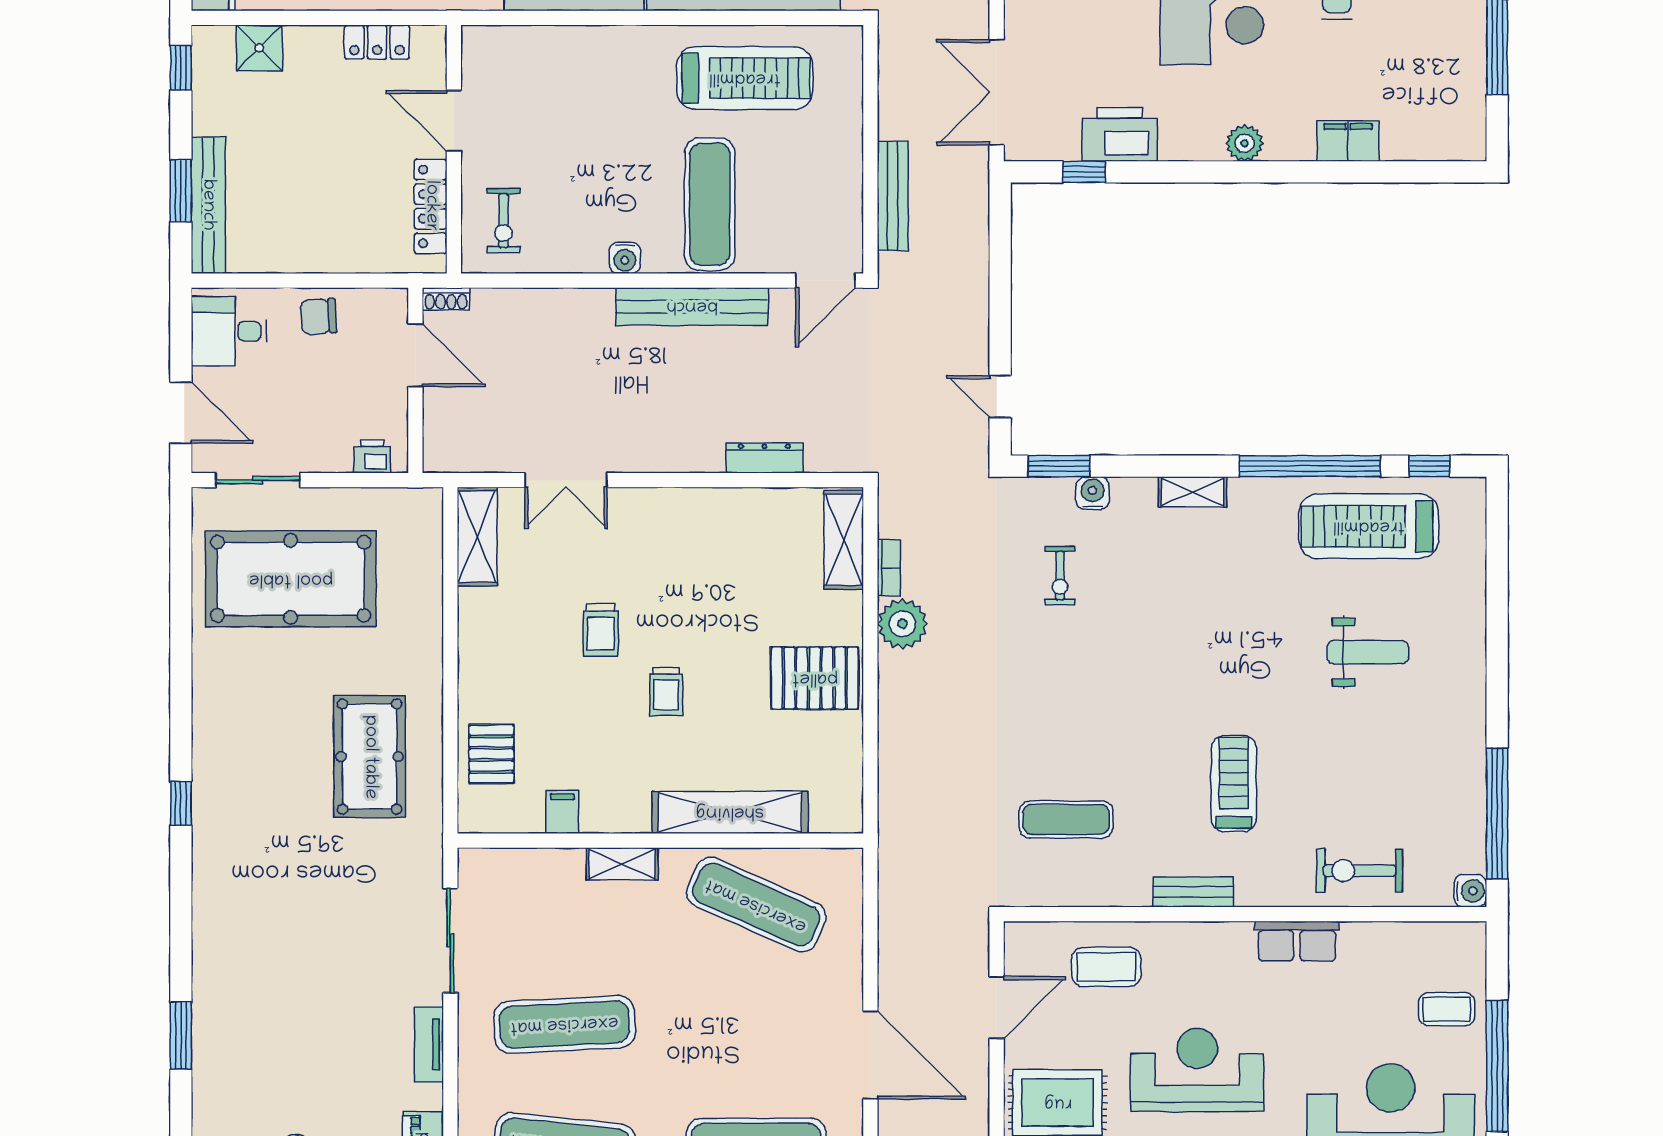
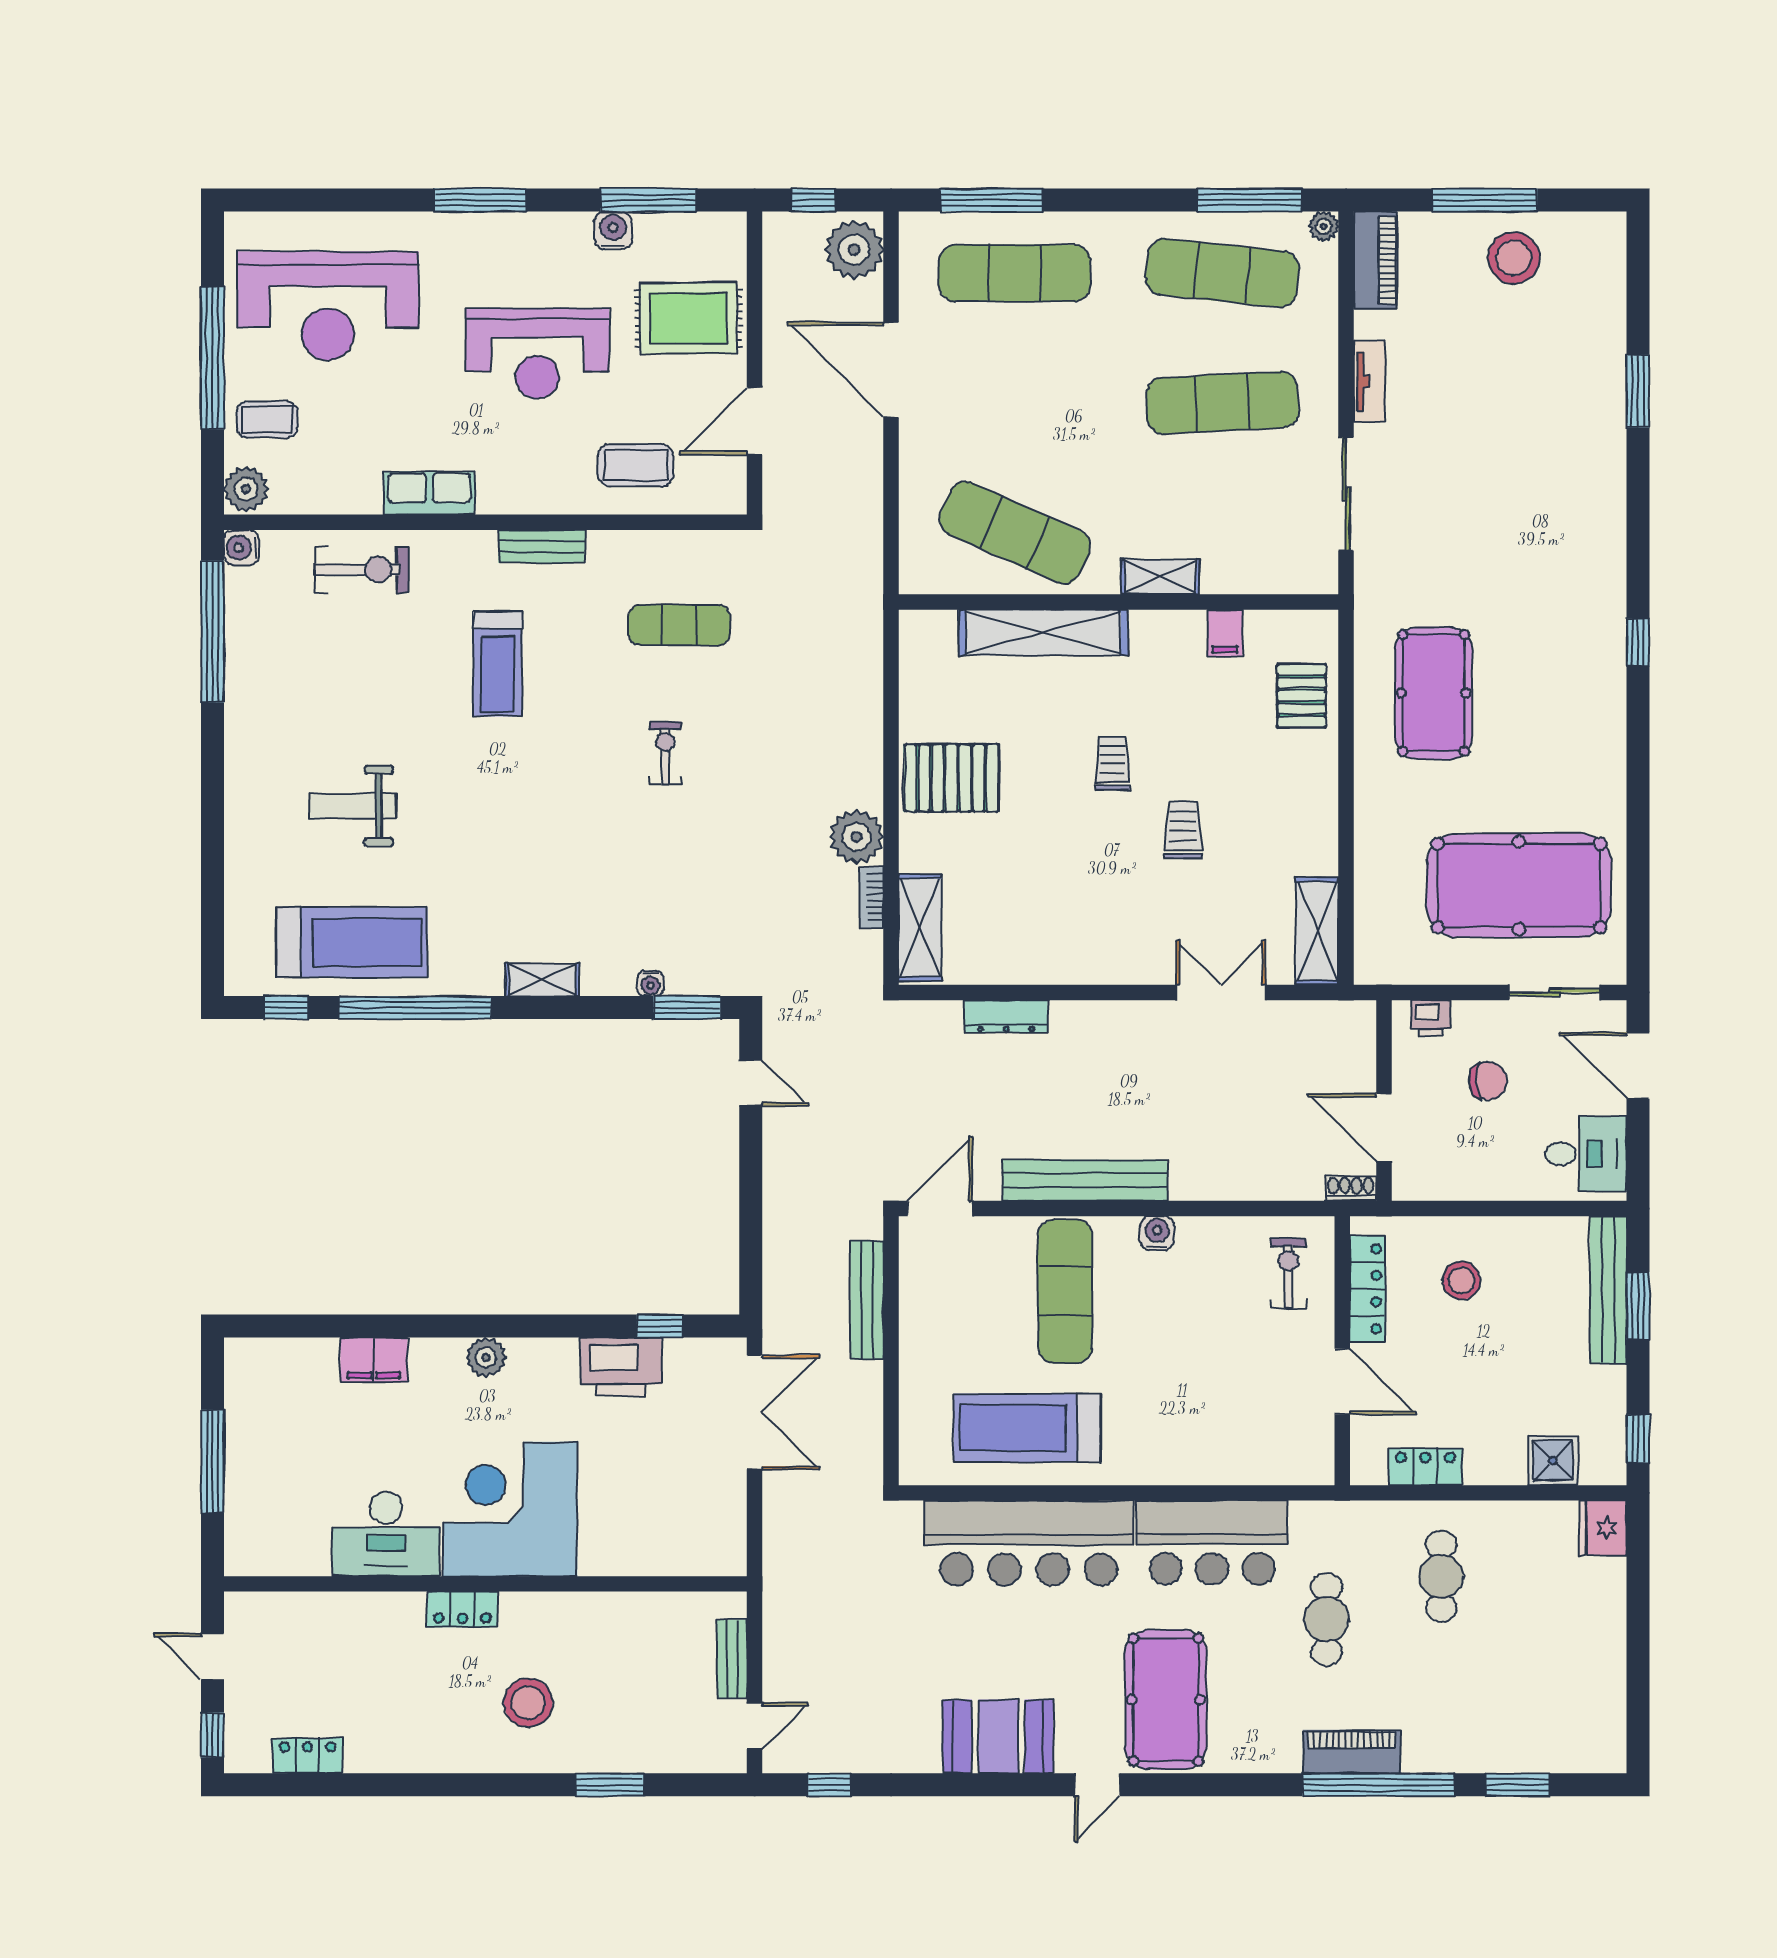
stool: (344, 214) -> (1461, 1280), added
chair: (319, 317) -> (1488, 1081), moved
water cooler: (1093, 493) -> (651, 983), width x0.72, depth x0.72
exercise bike: (1060, 576) -> (665, 753), moved
plant: (1466, 945) -> (246, 489), added

